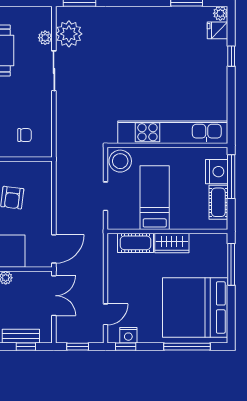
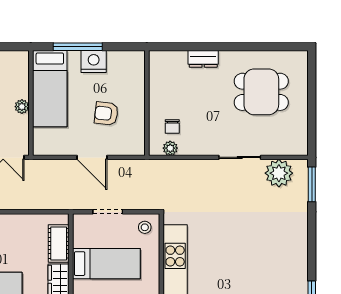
plant: (45, 38) -> (170, 148), moved
stool: (120, 161) -> (145, 227), width x0.53, depth x0.53
door: (54, 249) -> (92, 157), moved

